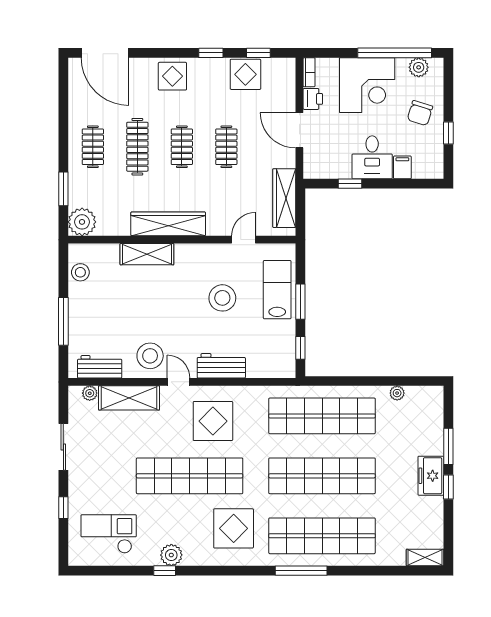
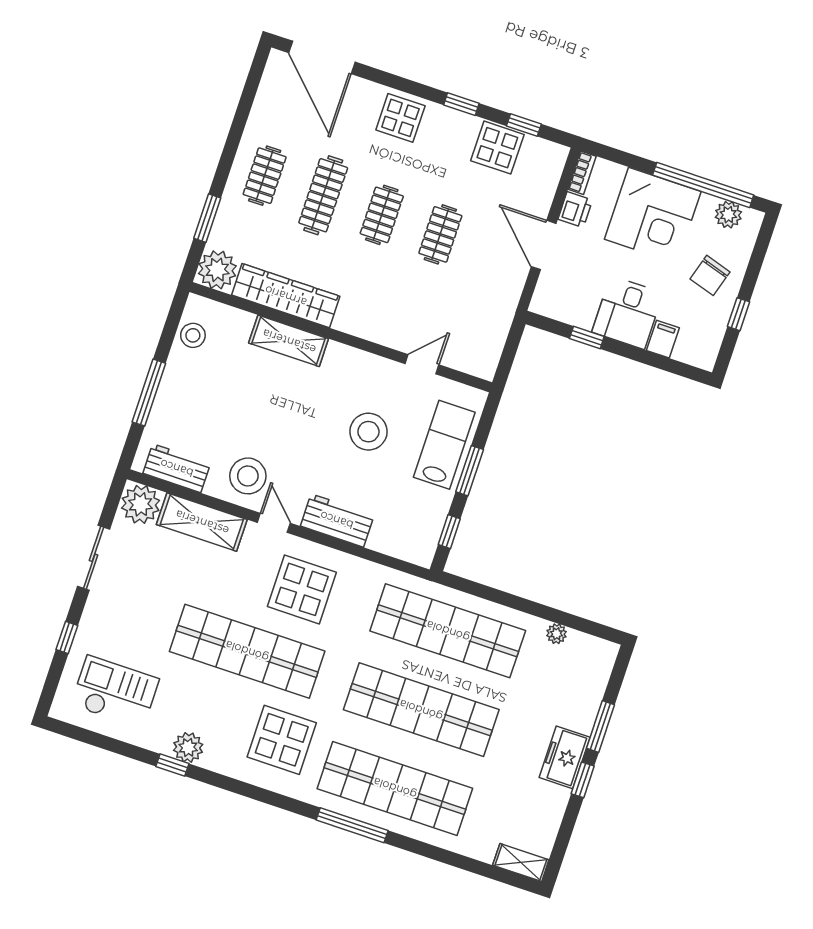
wardrobe: (284, 198) -> (494, 327), removed
wardrobe: (168, 224) -> (286, 296), moved
plant: (90, 393) -> (141, 504), width x1.88, depth x1.88

